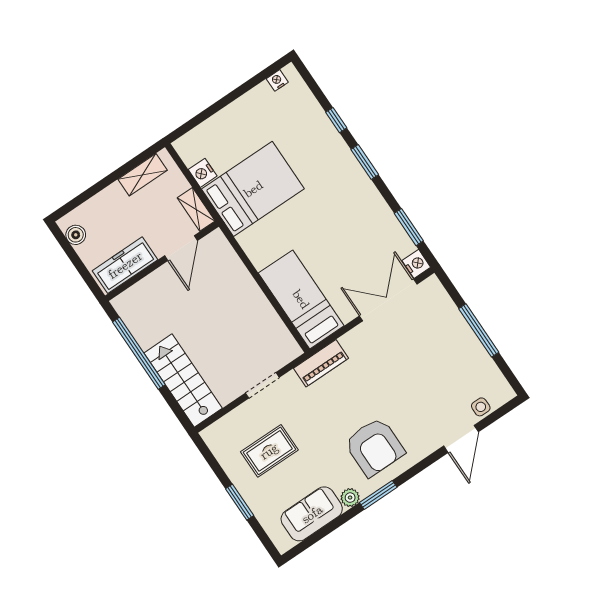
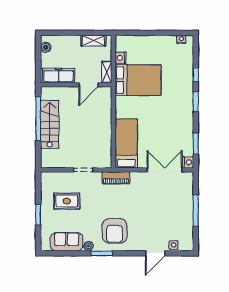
stairs: (183, 381) -> (50, 124), moved

